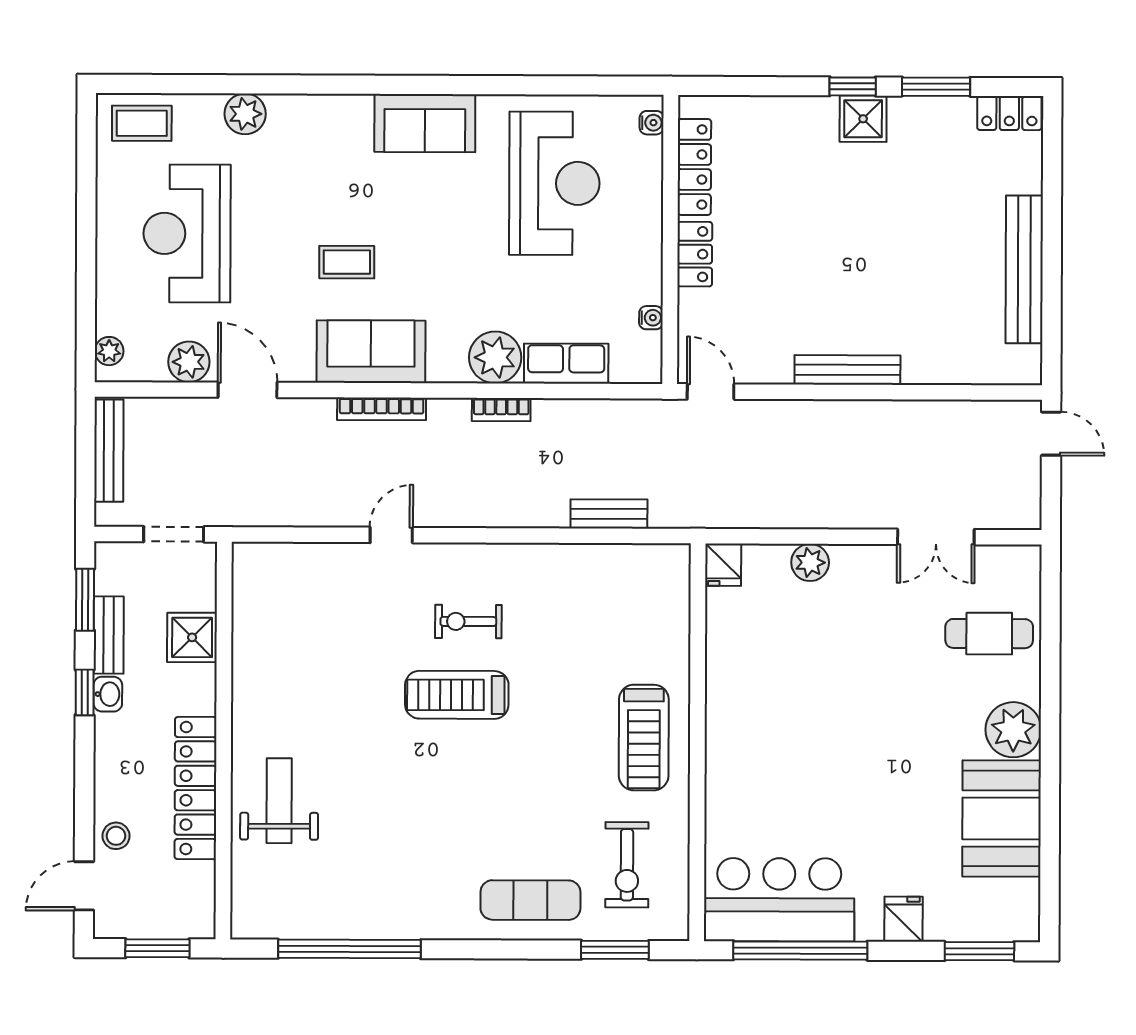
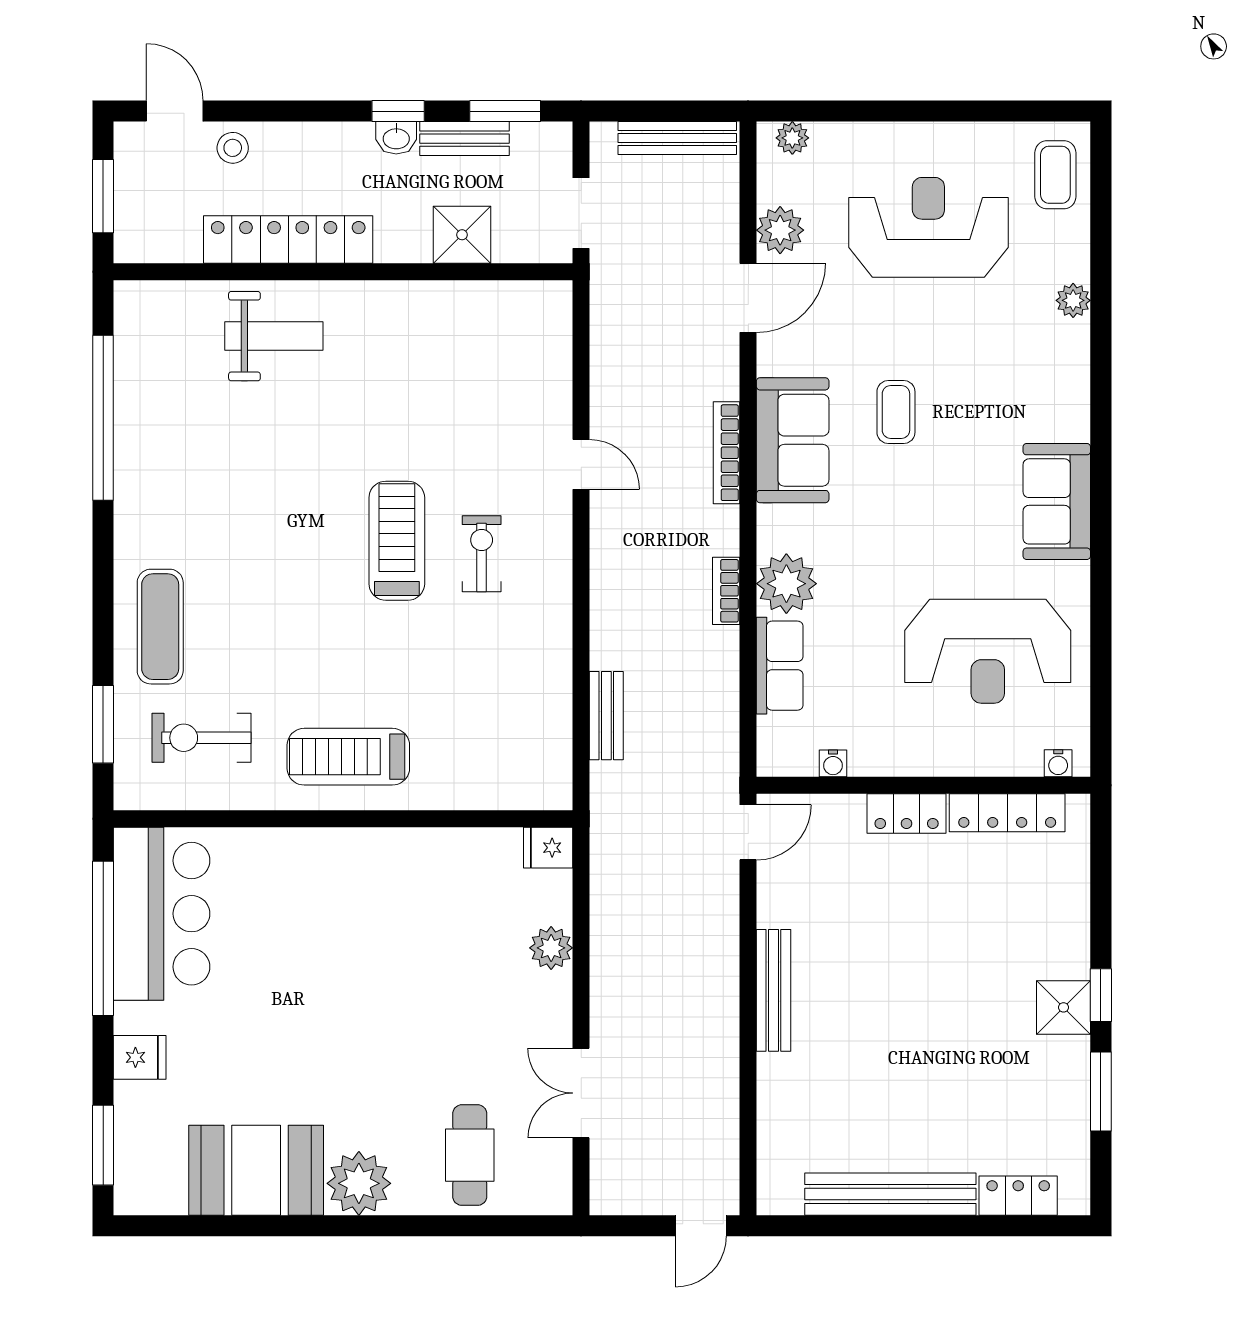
locker: (1009, 113) -> (1018, 1196), moved, turned 90
plant: (245, 114) -> (1073, 300), width x0.73, depth x0.73

